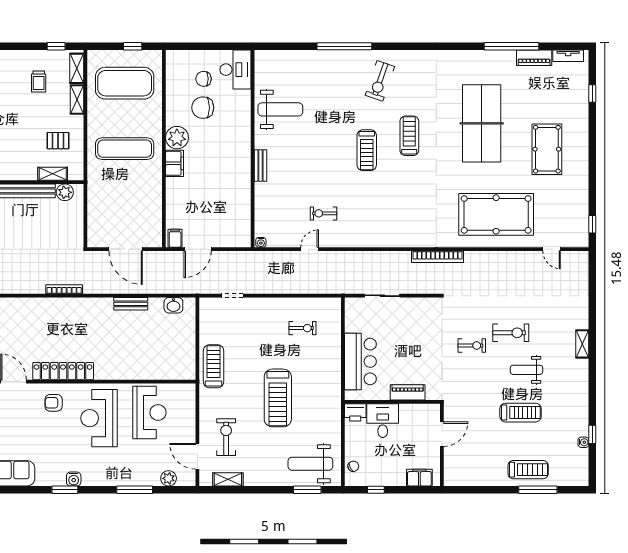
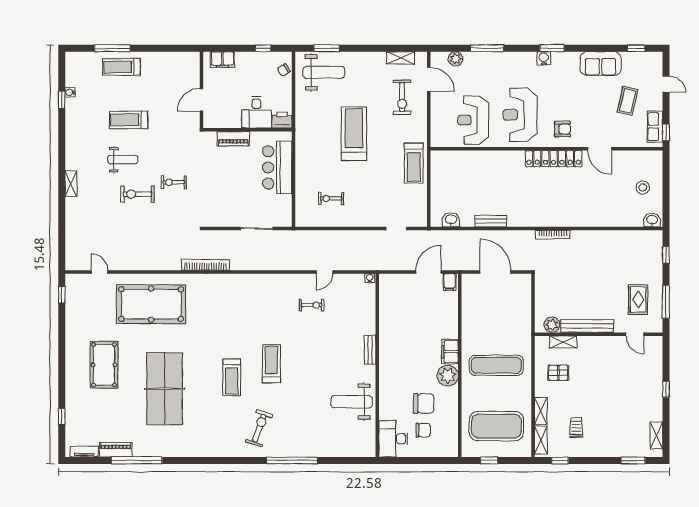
reception desk: (99, 418) -> (520, 115), turned 180

